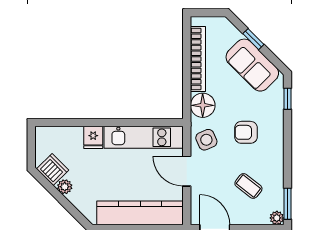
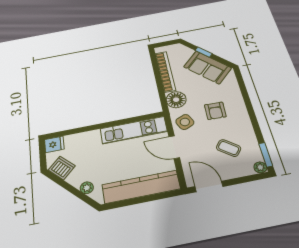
window: (287, 99) -> (241, 83), removed
armchair: (246, 132) -> (215, 111), turned -88
fridge: (93, 137) -> (54, 144), moved, turned -90
plant: (65, 187) -> (87, 188), moved

